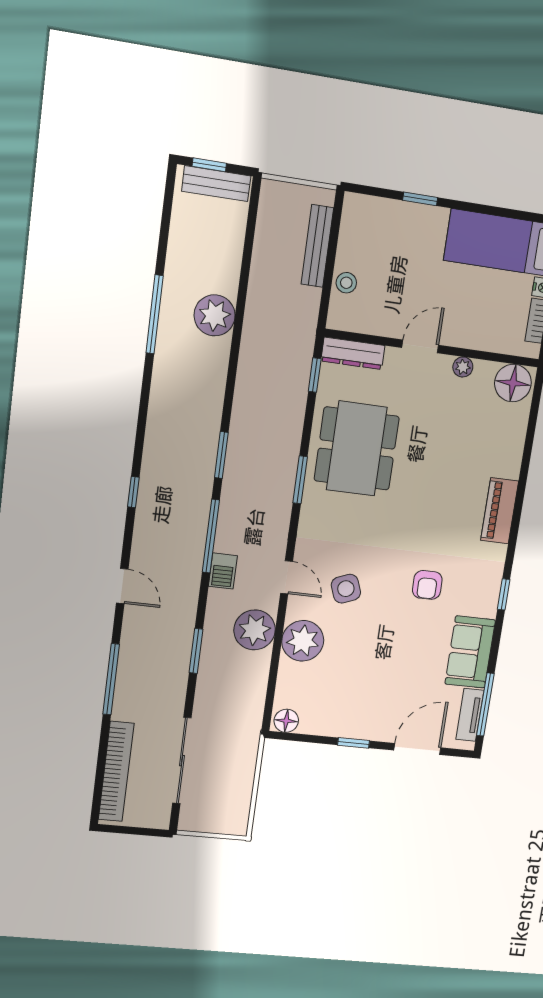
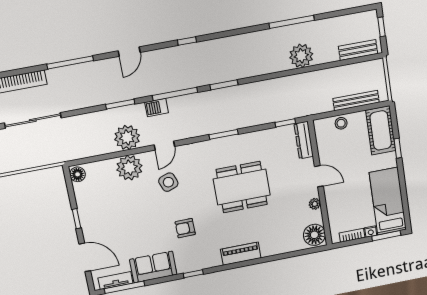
bench: (216, 184) -> (358, 50), moved, turned 90
cot: (381, 219) -> (381, 130), added
dining table: (357, 449) -> (242, 187), moved
window: (196, 651) -> (120, 104), moved

